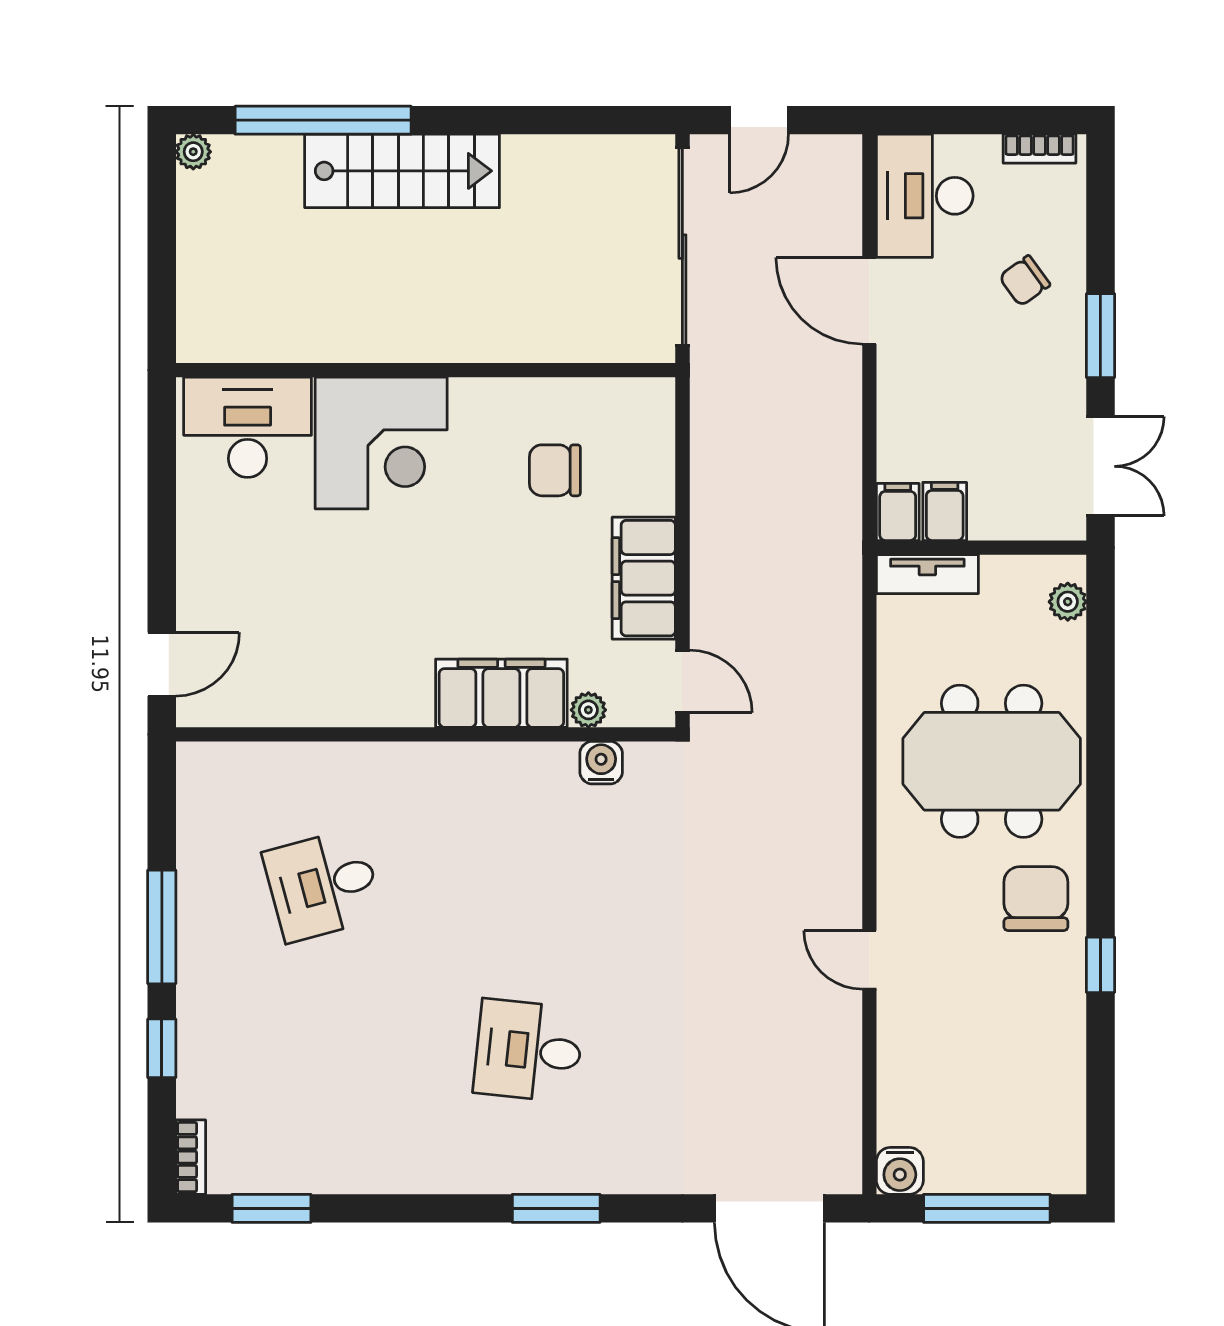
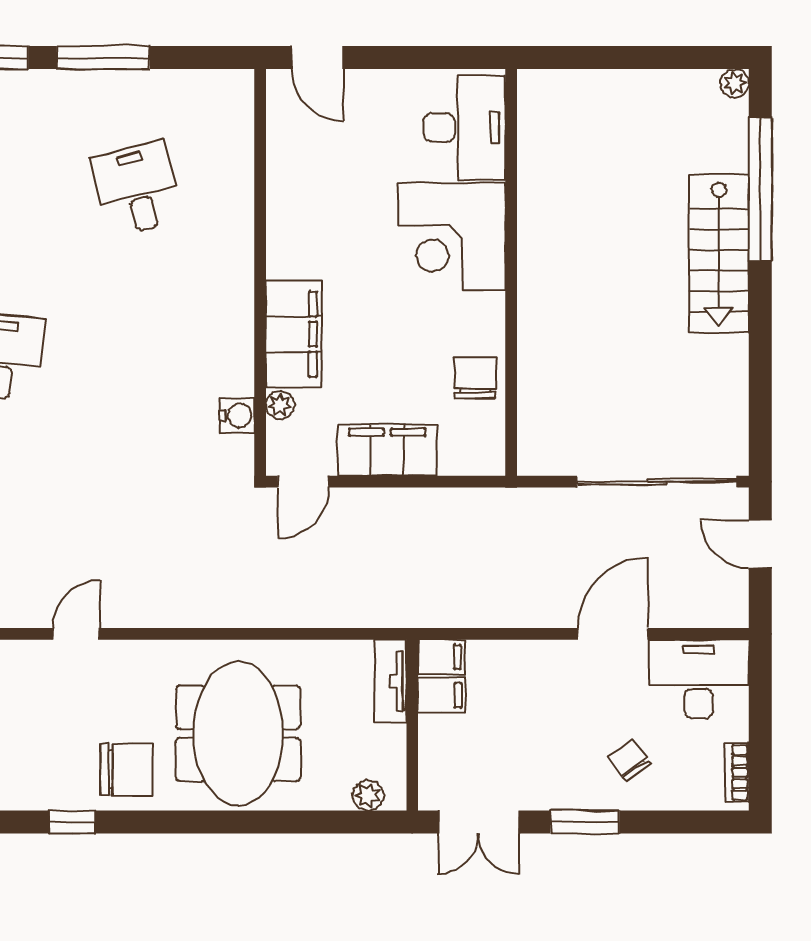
wall: (426, 370) -> (511, 272), moved
desk: (248, 427) -> (465, 127), moved
corner desk: (381, 443) -> (452, 236), moved

